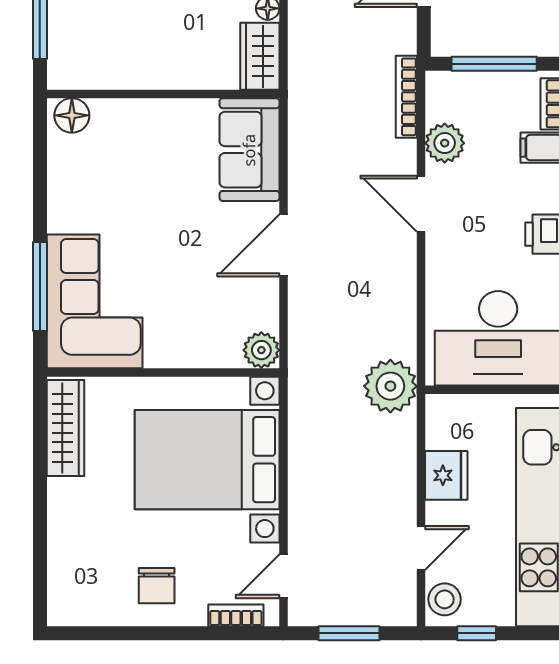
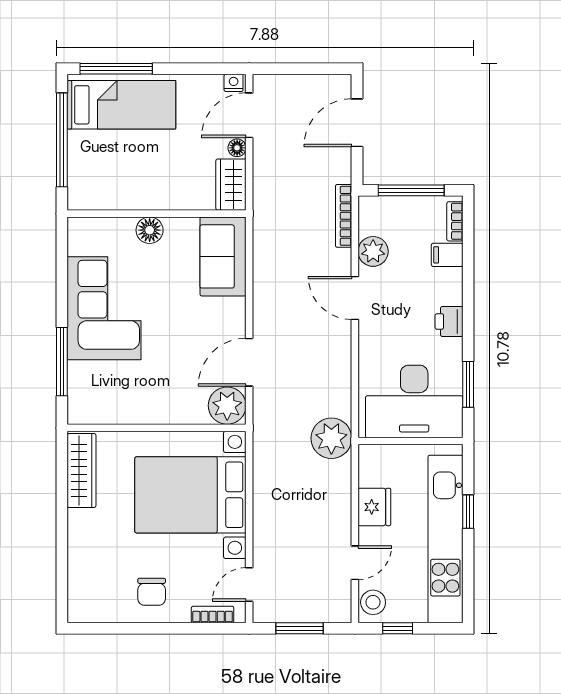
floor lamp: (72, 115) -> (150, 230), moved
door: (283, 245) -> (249, 362), moved
corner sofa: (95, 301) -> (104, 308), moved
plant: (261, 350) -> (227, 406), width x1.36, depth x1.36

